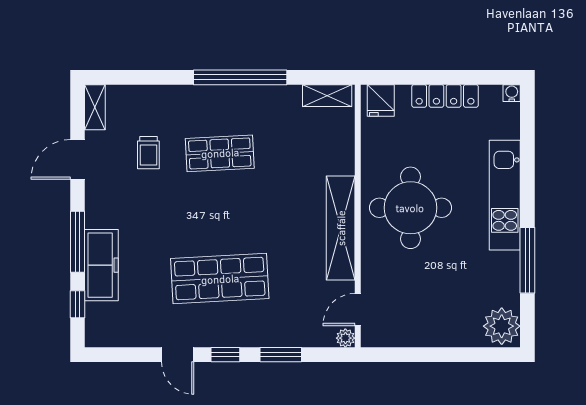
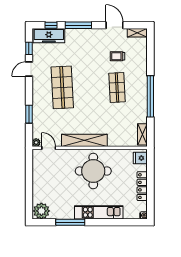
freezer: (101, 265) -> (49, 36), moved
window: (225, 355) -> (29, 48), moved

